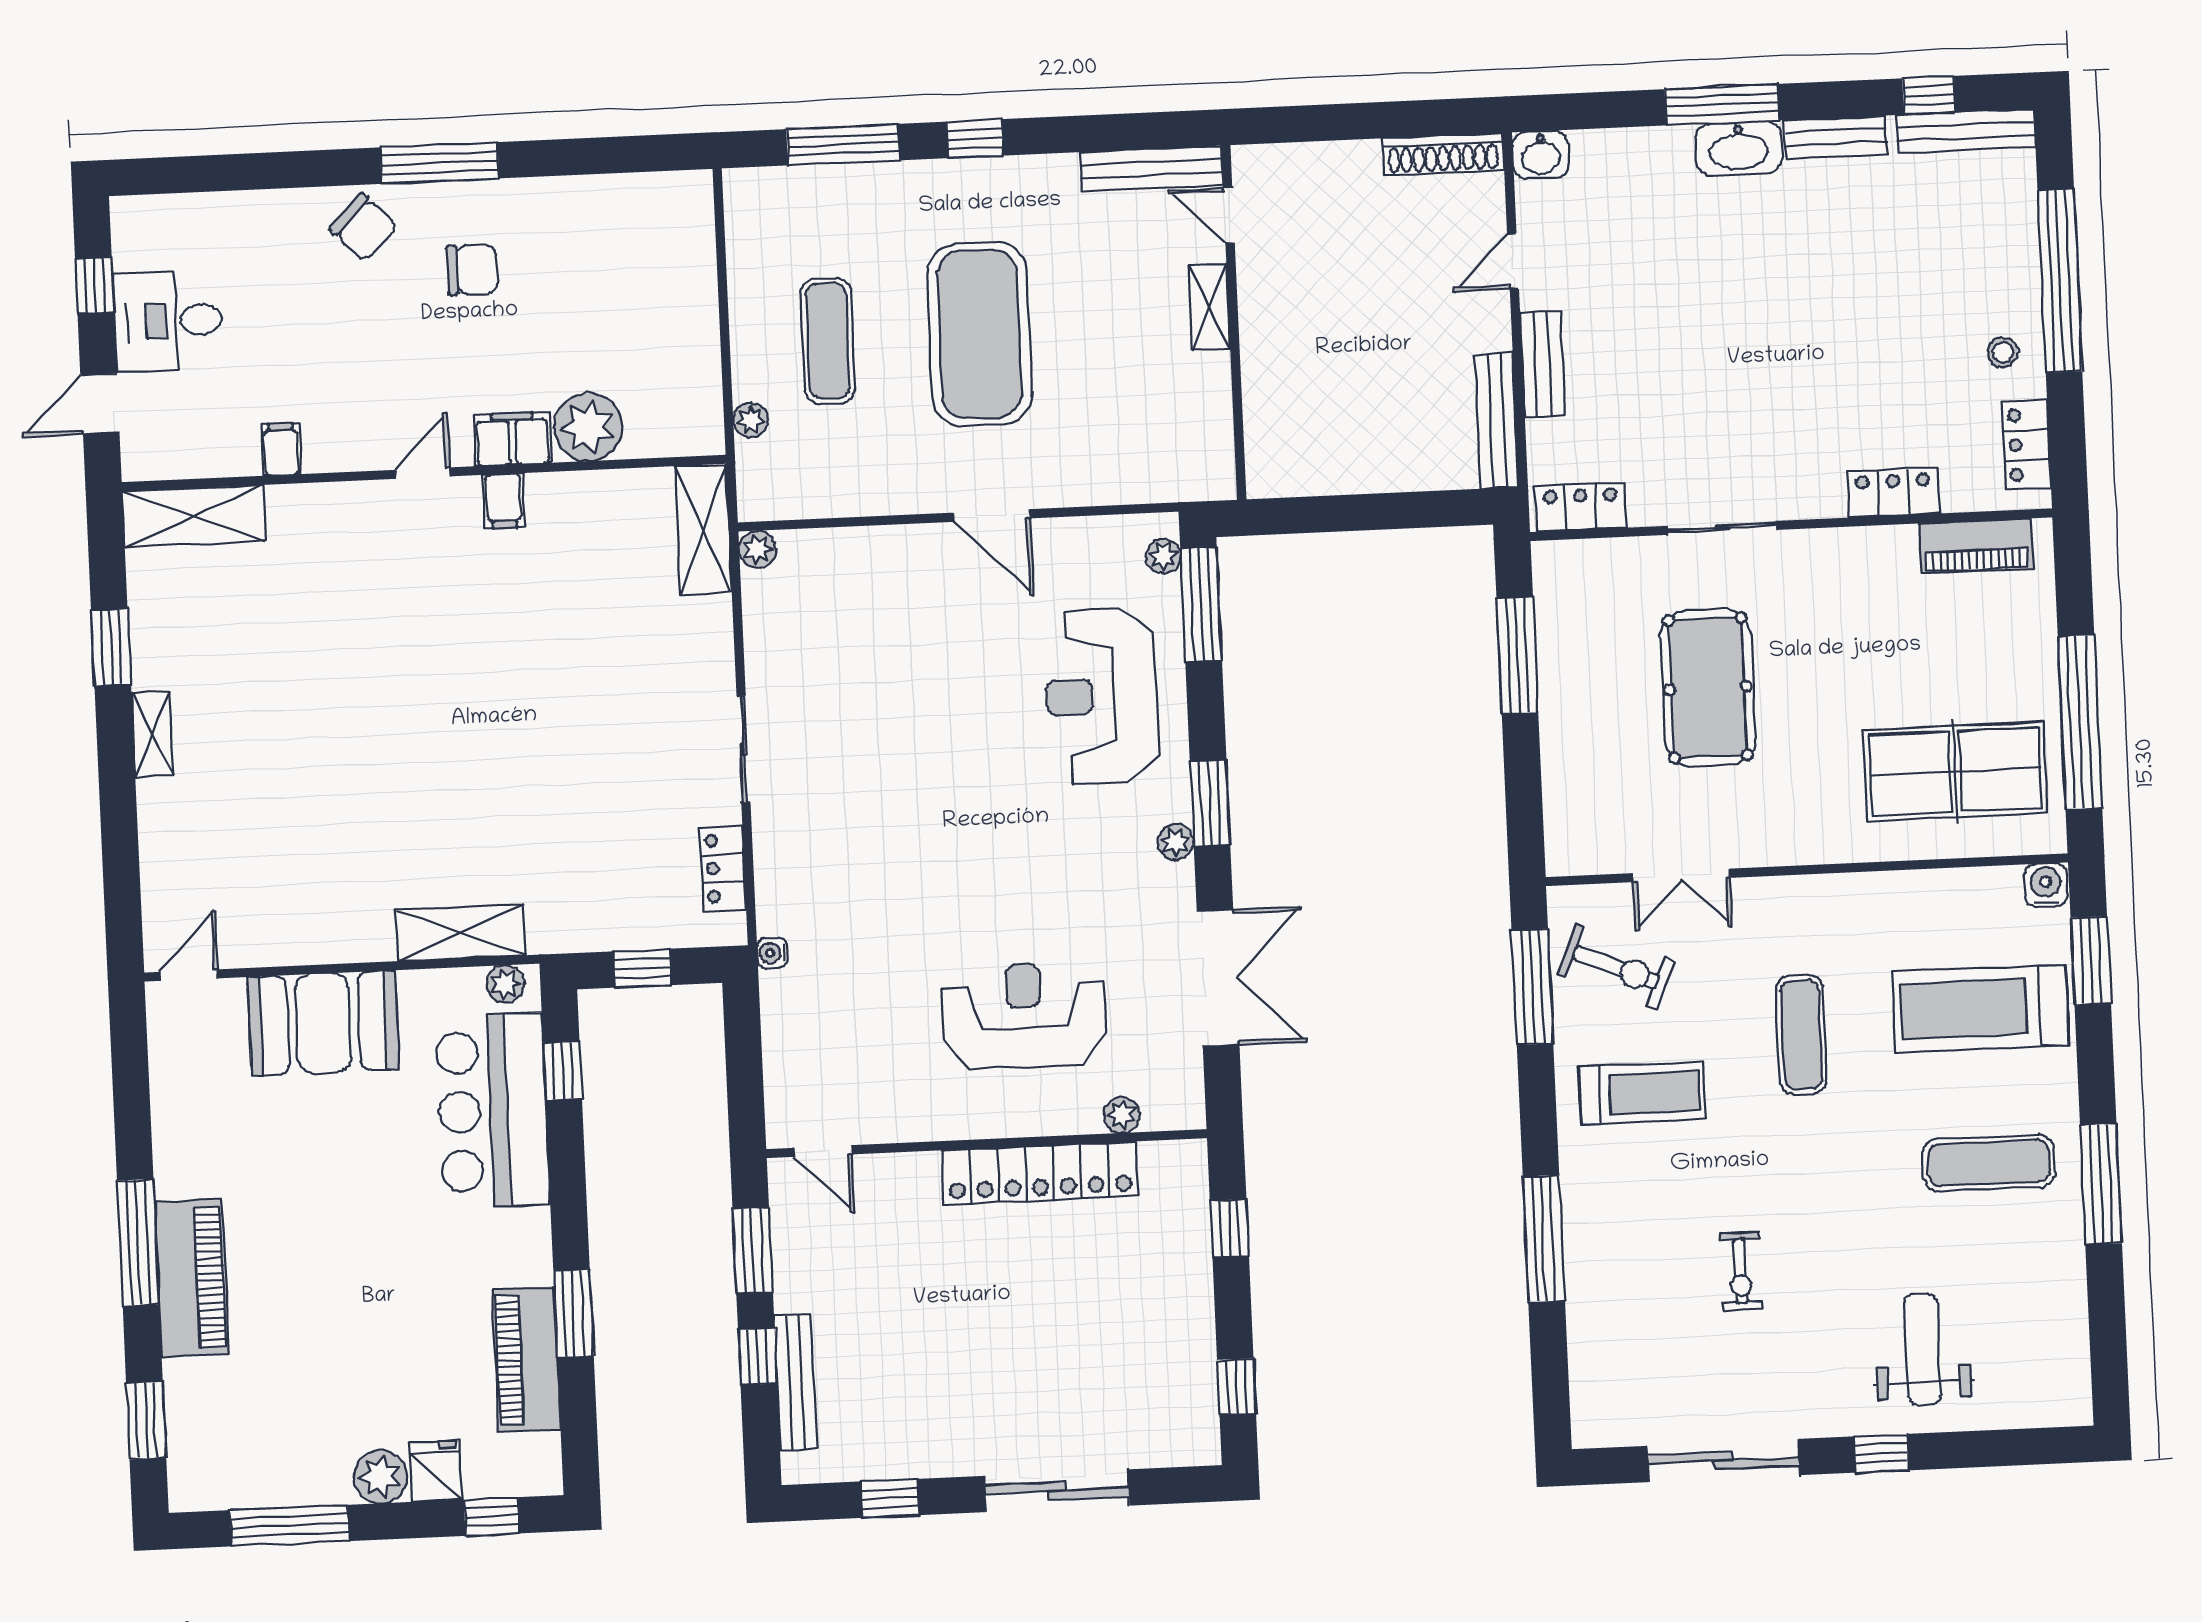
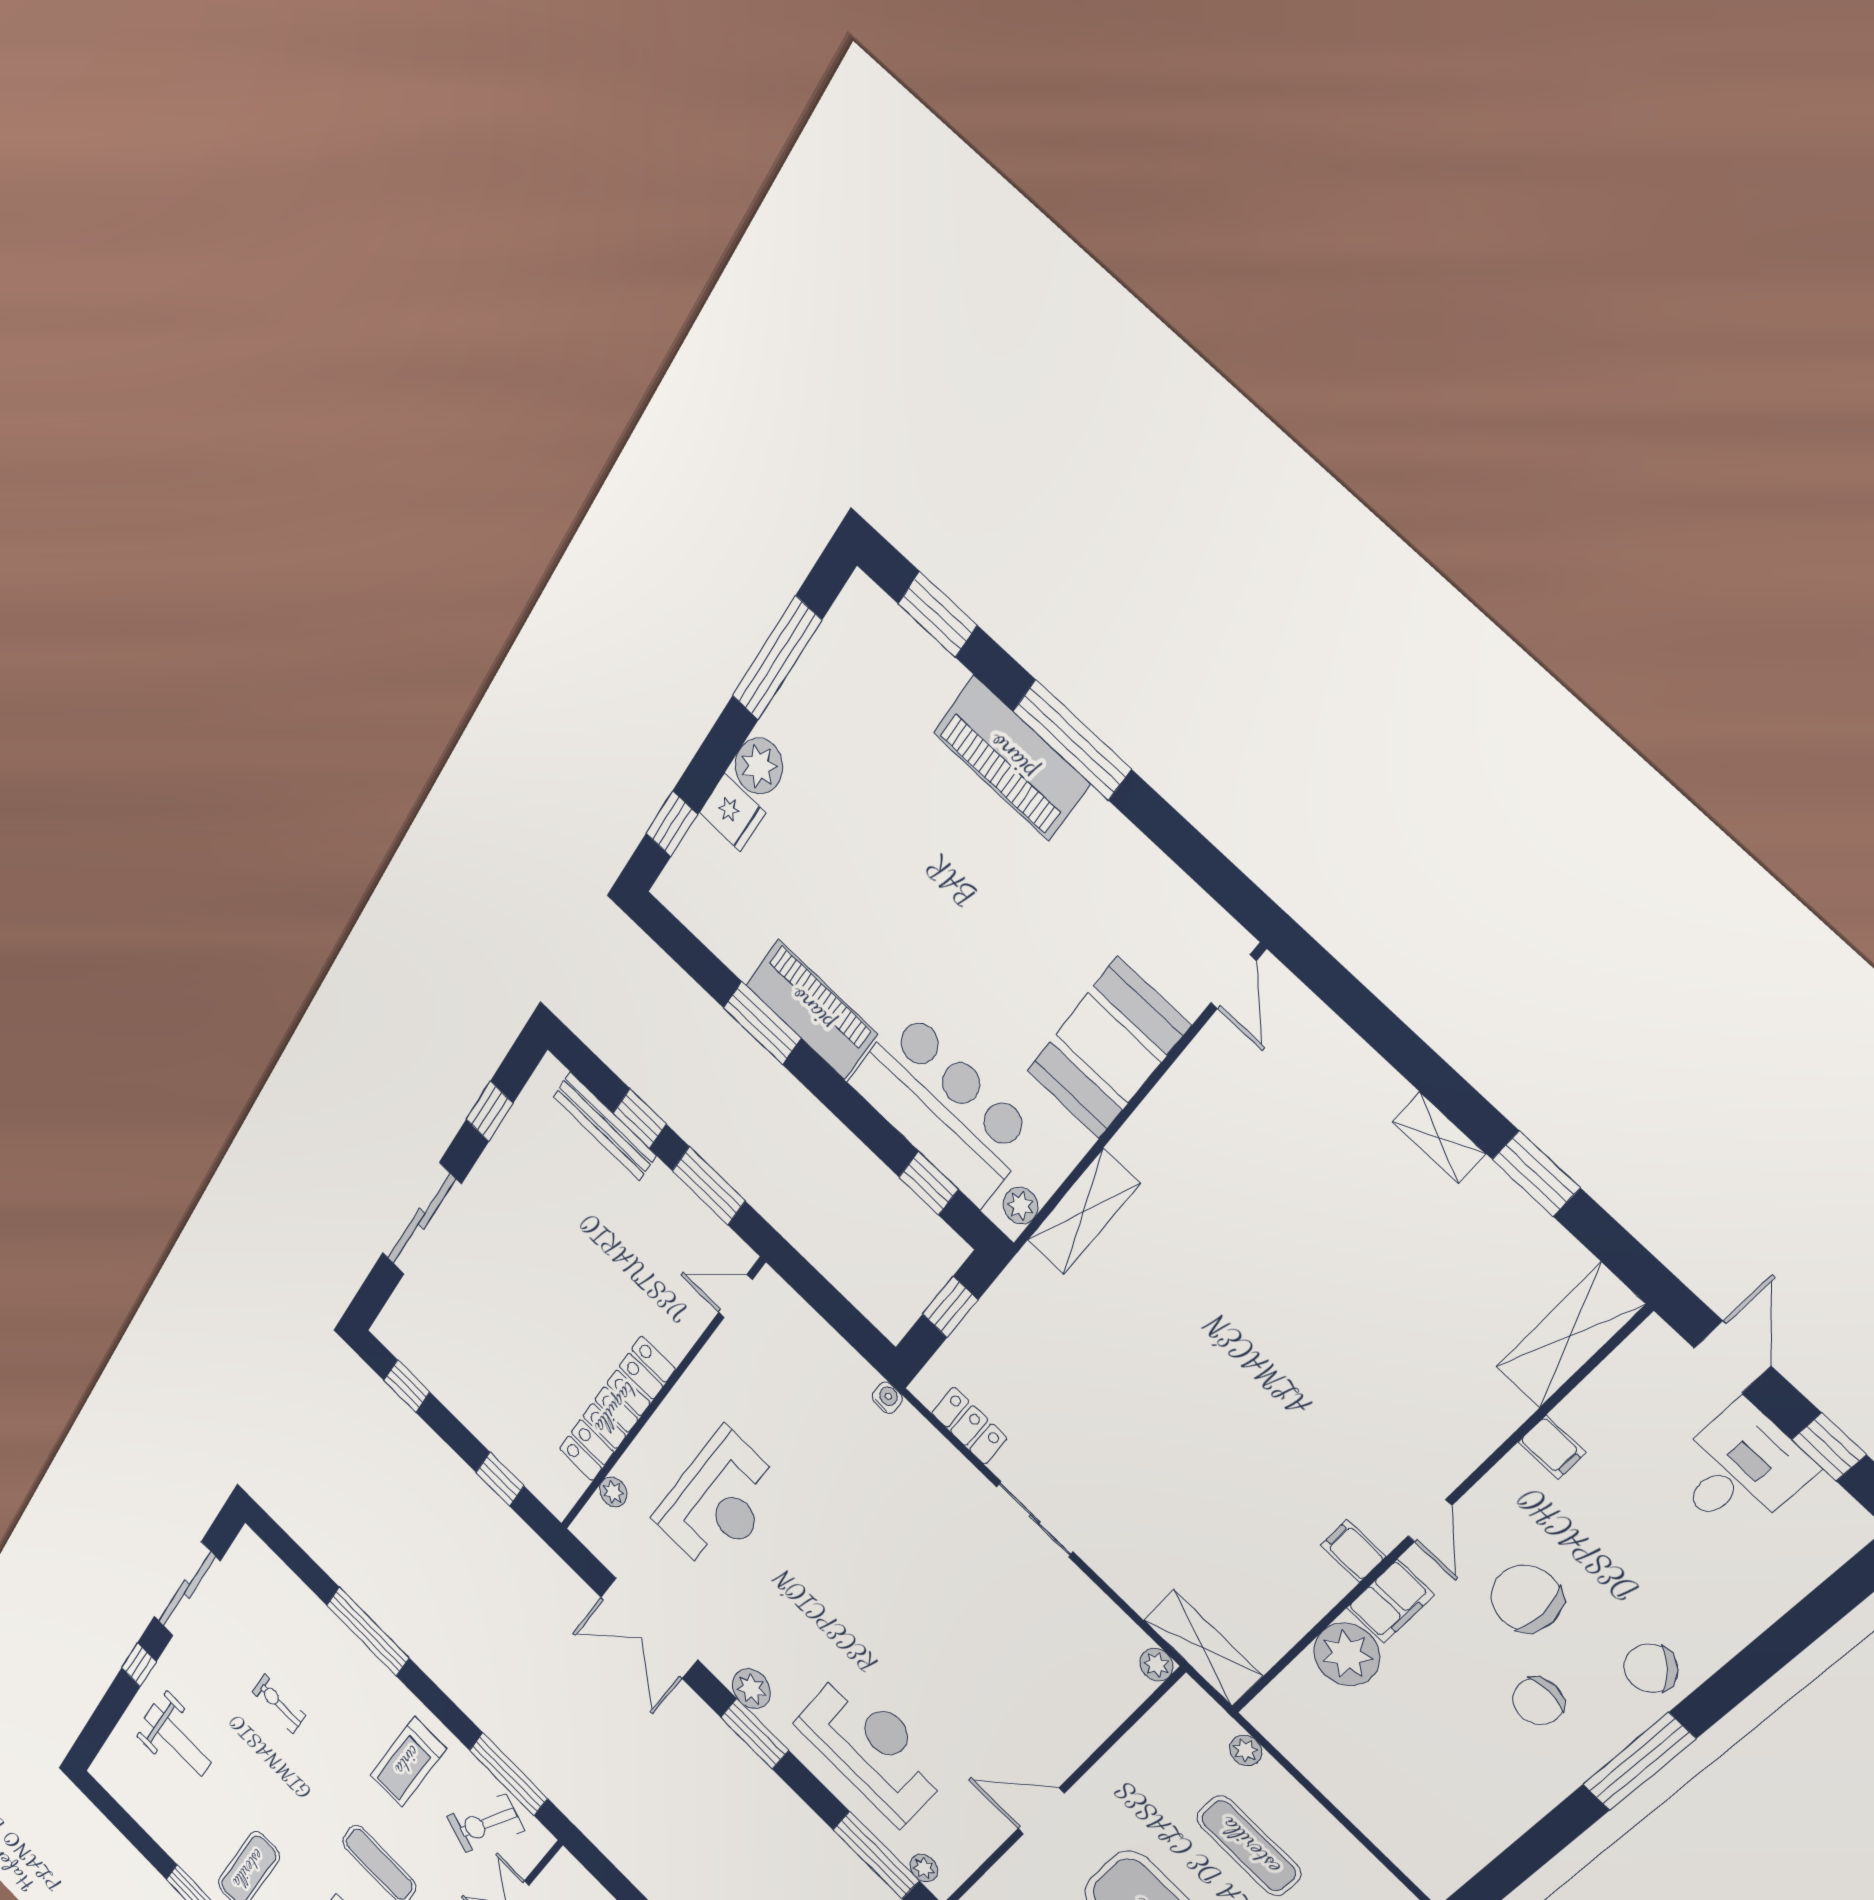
chair: (406, 355) -> (1527, 1598), added
plant: (1176, 842) -> (751, 1689), width x1.38, depth x1.38
piano: (526, 1359) -> (811, 1010), moved

